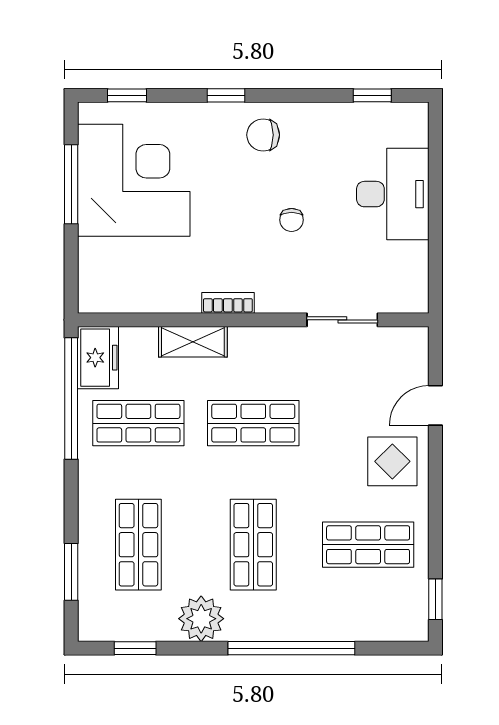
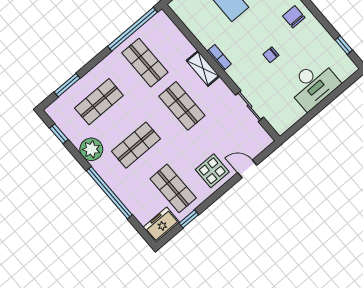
shelving: (193, 342) -> (203, 68), moved
freezer: (98, 358) -> (161, 225), moved, turned 180
window: (435, 599) -> (189, 219), moved

